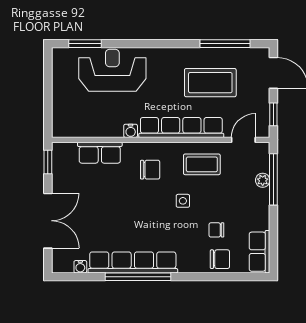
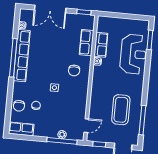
row of seats: (181, 128) -> (101, 45), moved, width x0.50
door: (243, 140) -> (86, 126), hinge flipped
coffee table: (202, 164) -> (74, 100), removed

